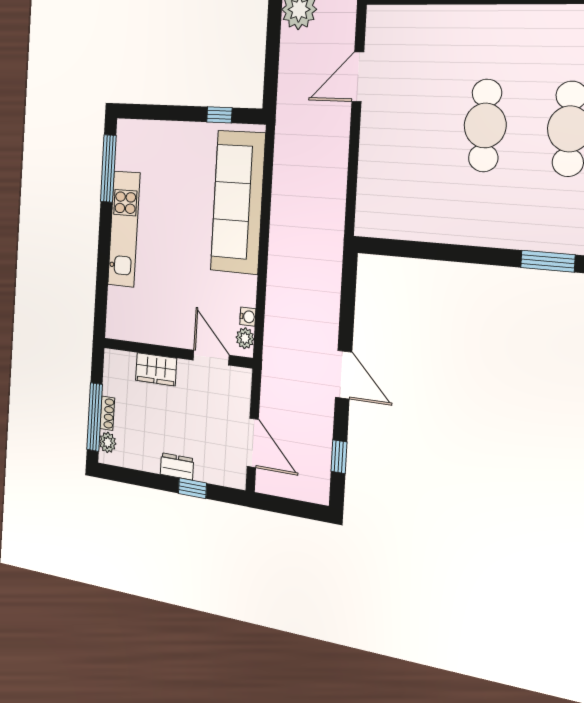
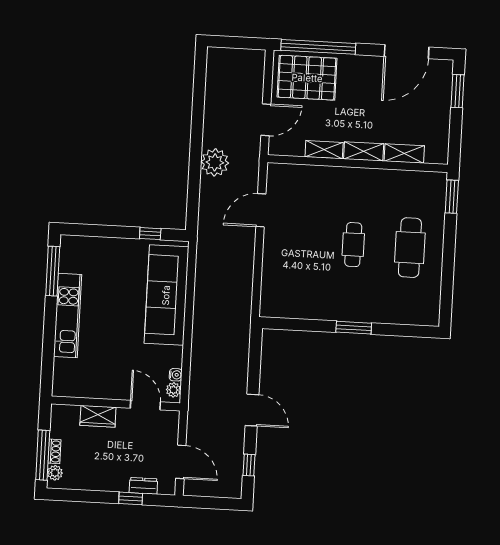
cafe table: (485, 125) -> (353, 245), width x0.73, depth x0.74
window: (548, 261) -> (354, 328), moved
dresser: (177, 466) -> (143, 486), moved

